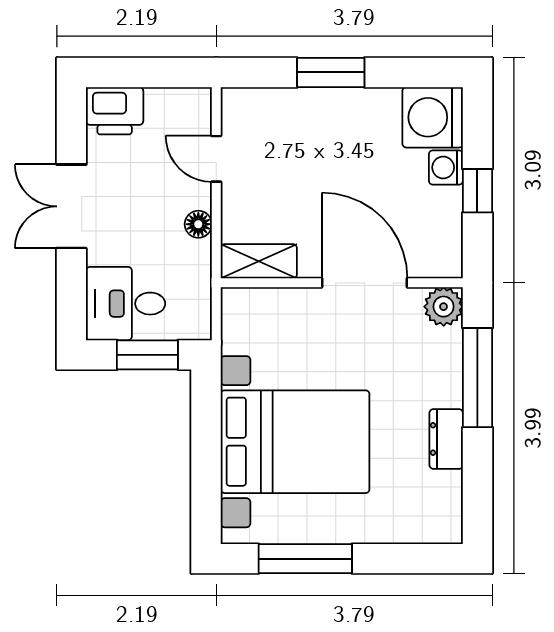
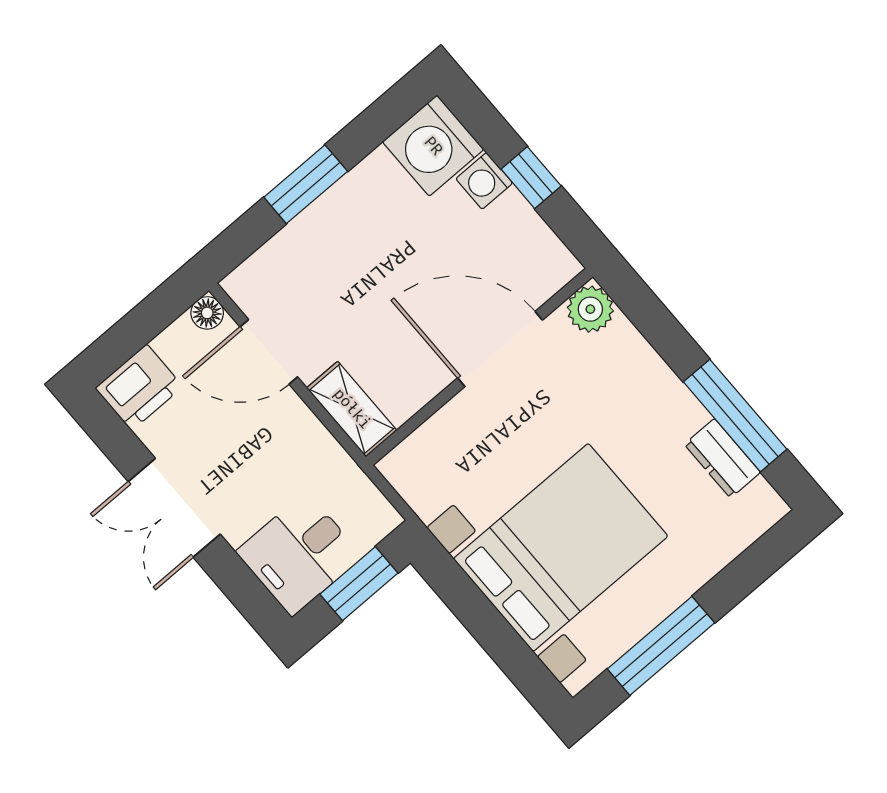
door: (216, 159) -> (269, 352), width x1.37
floor lamp: (198, 224) -> (207, 313), moved
shelving: (259, 261) -> (352, 409), moved, turned 90
window: (477, 378) -> (735, 416), moved
dresser: (446, 439) -> (722, 458), moved

